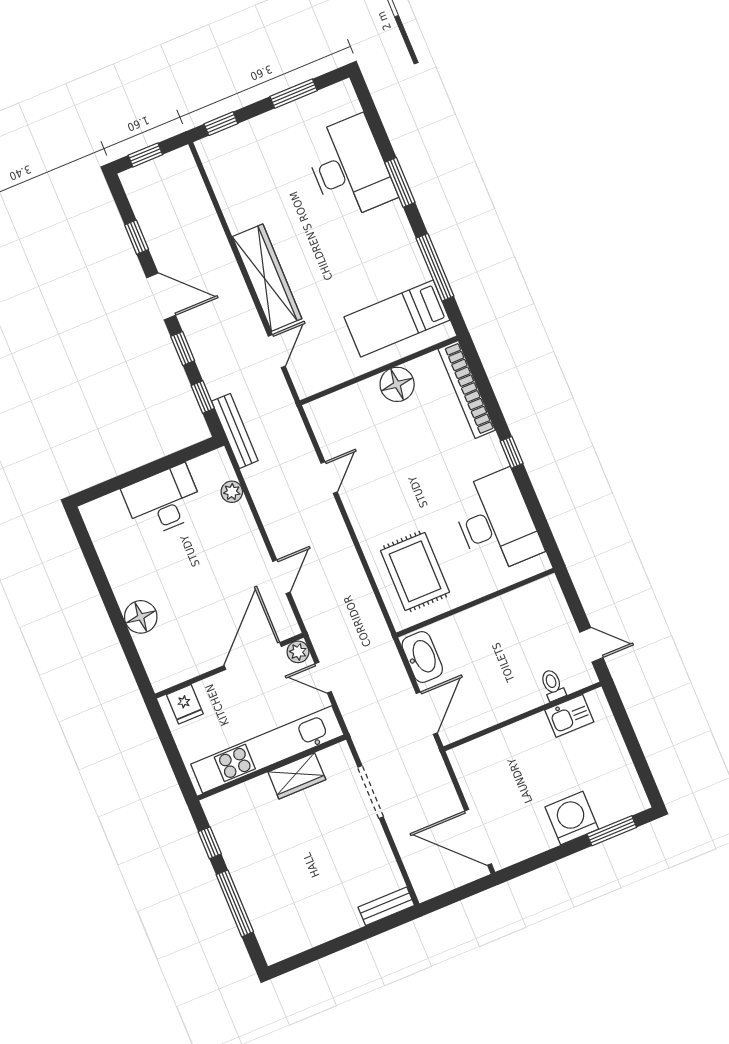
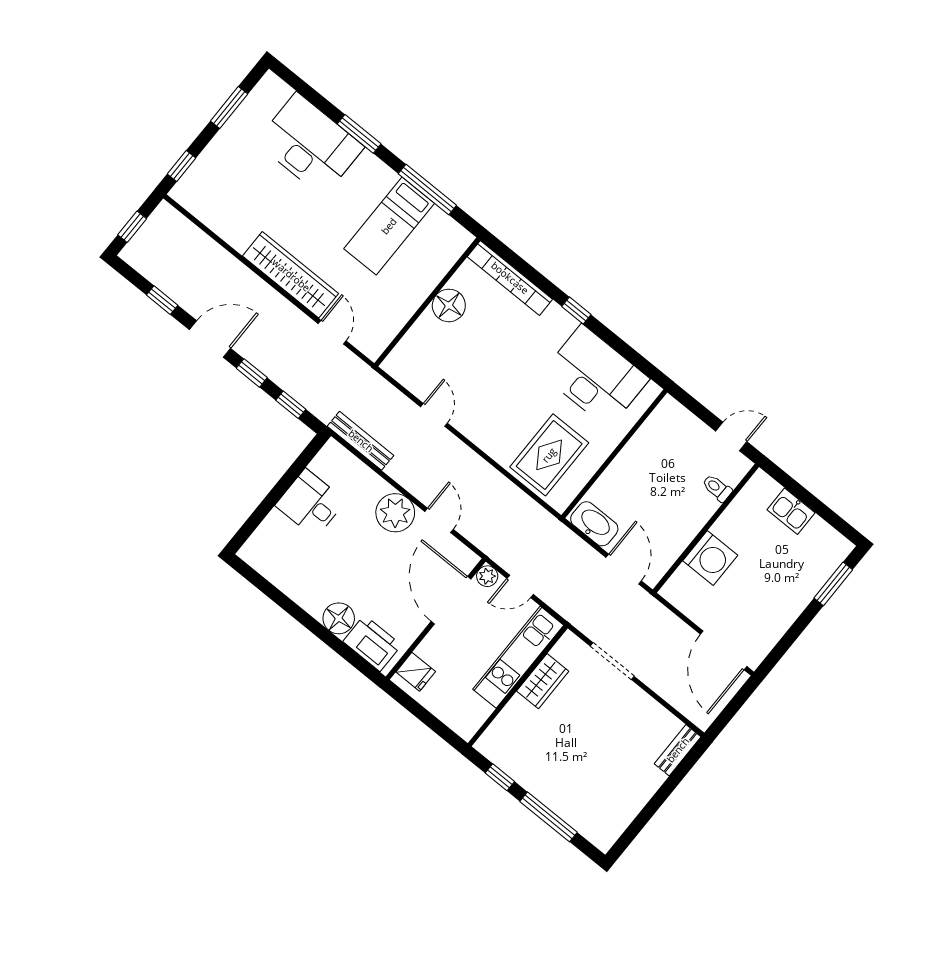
bed: (397, 318) -> (389, 226), moved
bench: (235, 431) -> (361, 441), moved
plant: (232, 492) -> (395, 513), moved, width x1.87, depth x1.87
desk: (163, 501) -> (311, 503), width x0.73
rug: (415, 571) -> (549, 455), turned 90
printer: (159, 656) -> (372, 643), added
kitchen sink: (569, 716) -> (791, 511), moved, turned 90
kitchen unit: (267, 749) -> (518, 657), width x0.73
washing machine: (572, 818) -> (710, 558), moved, turned 180
door: (478, 837) -> (724, 650), hinge flipped

